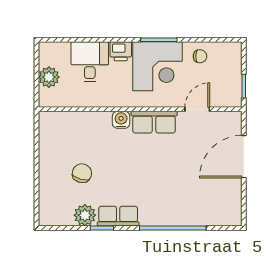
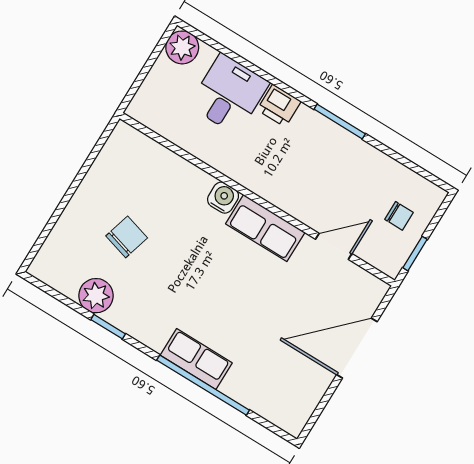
chair: (200, 56) -> (399, 216), moved
corner desk: (158, 66) -> (316, 156), removed
plant: (49, 77) -> (182, 47), moved
row of seats: (118, 216) -> (196, 359), moved

